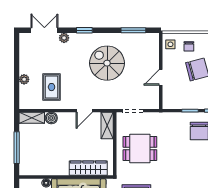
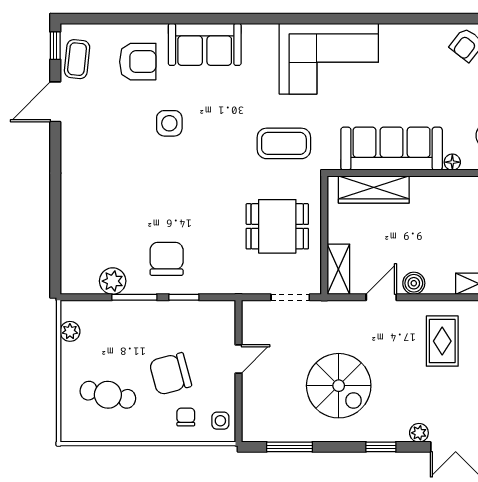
boiler: (51, 118) -> (414, 283), moved

